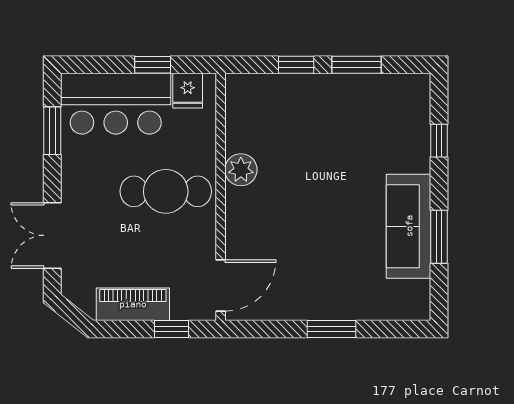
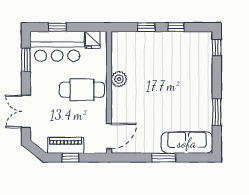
window: (153, 65) -> (57, 27), moved
window: (356, 65) -> (176, 27), width x0.67
window: (439, 141) -> (217, 48), moved
sofa: (409, 226) -> (187, 143), moved, turned 90
window: (172, 329) -> (70, 158), moved

